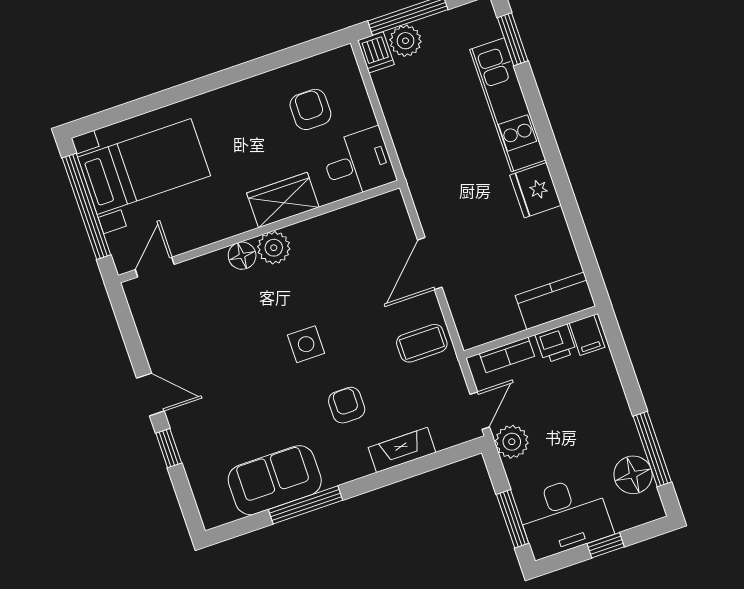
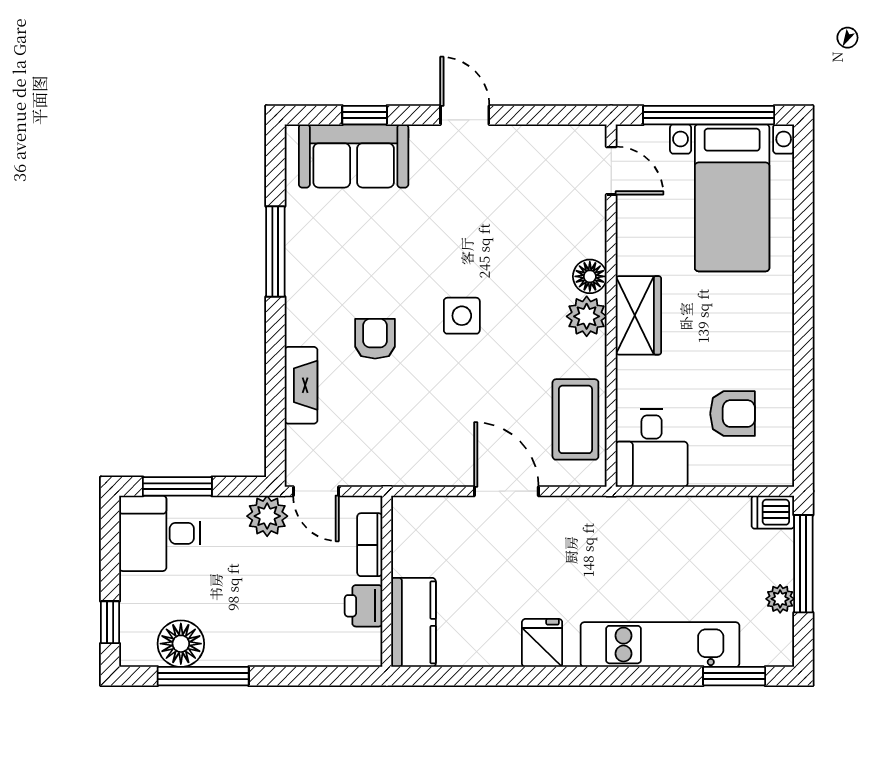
plant: (405, 41) -> (780, 599), moved, width x0.73, depth x0.73
fridge: (536, 190) -> (542, 643), width x0.72
wardrobe: (283, 200) -> (638, 315), moved
filing cabinet: (587, 335) -> (361, 645), removed
coffee table: (422, 343) -> (575, 419), moved, width x1.36, depth x1.30
door: (150, 395) -> (465, 115), swing flipped
armchair: (347, 405) -> (375, 339), turned -90
window: (169, 448) -> (365, 115), moved
sofa: (275, 480) -> (354, 156), moved, turned 90
desk: (564, 516) -> (160, 533), width x0.73
window: (606, 545) -> (110, 622), moved

